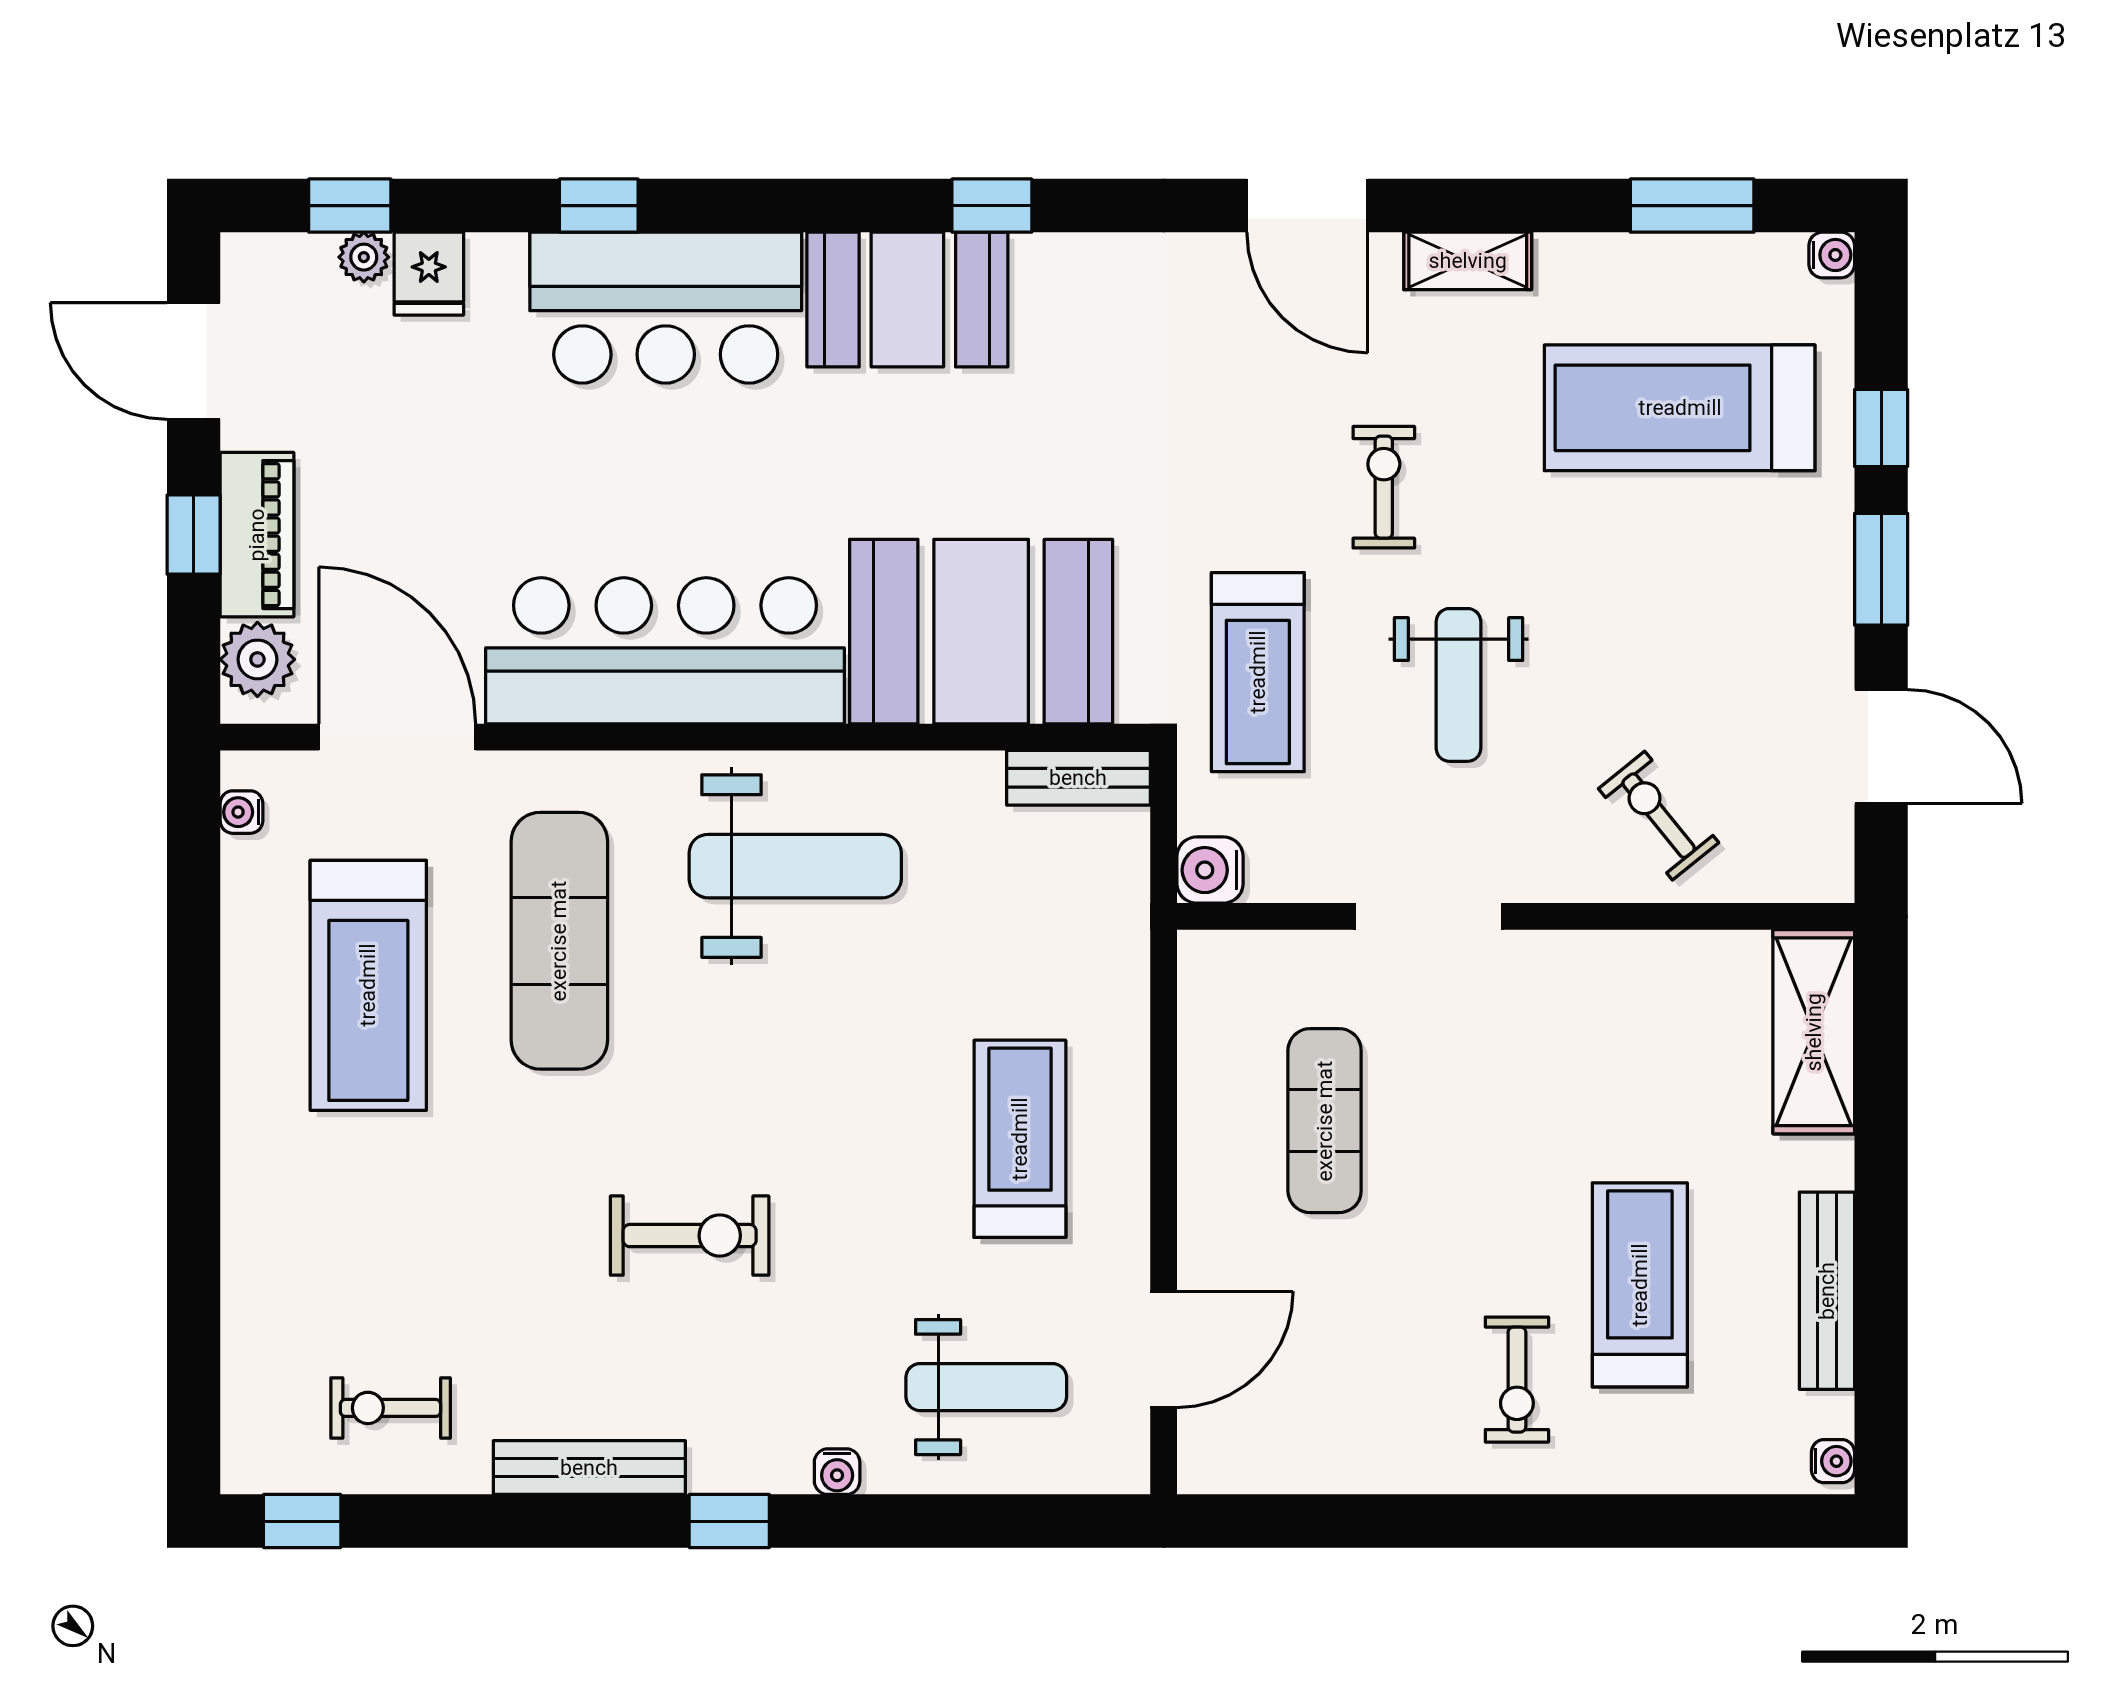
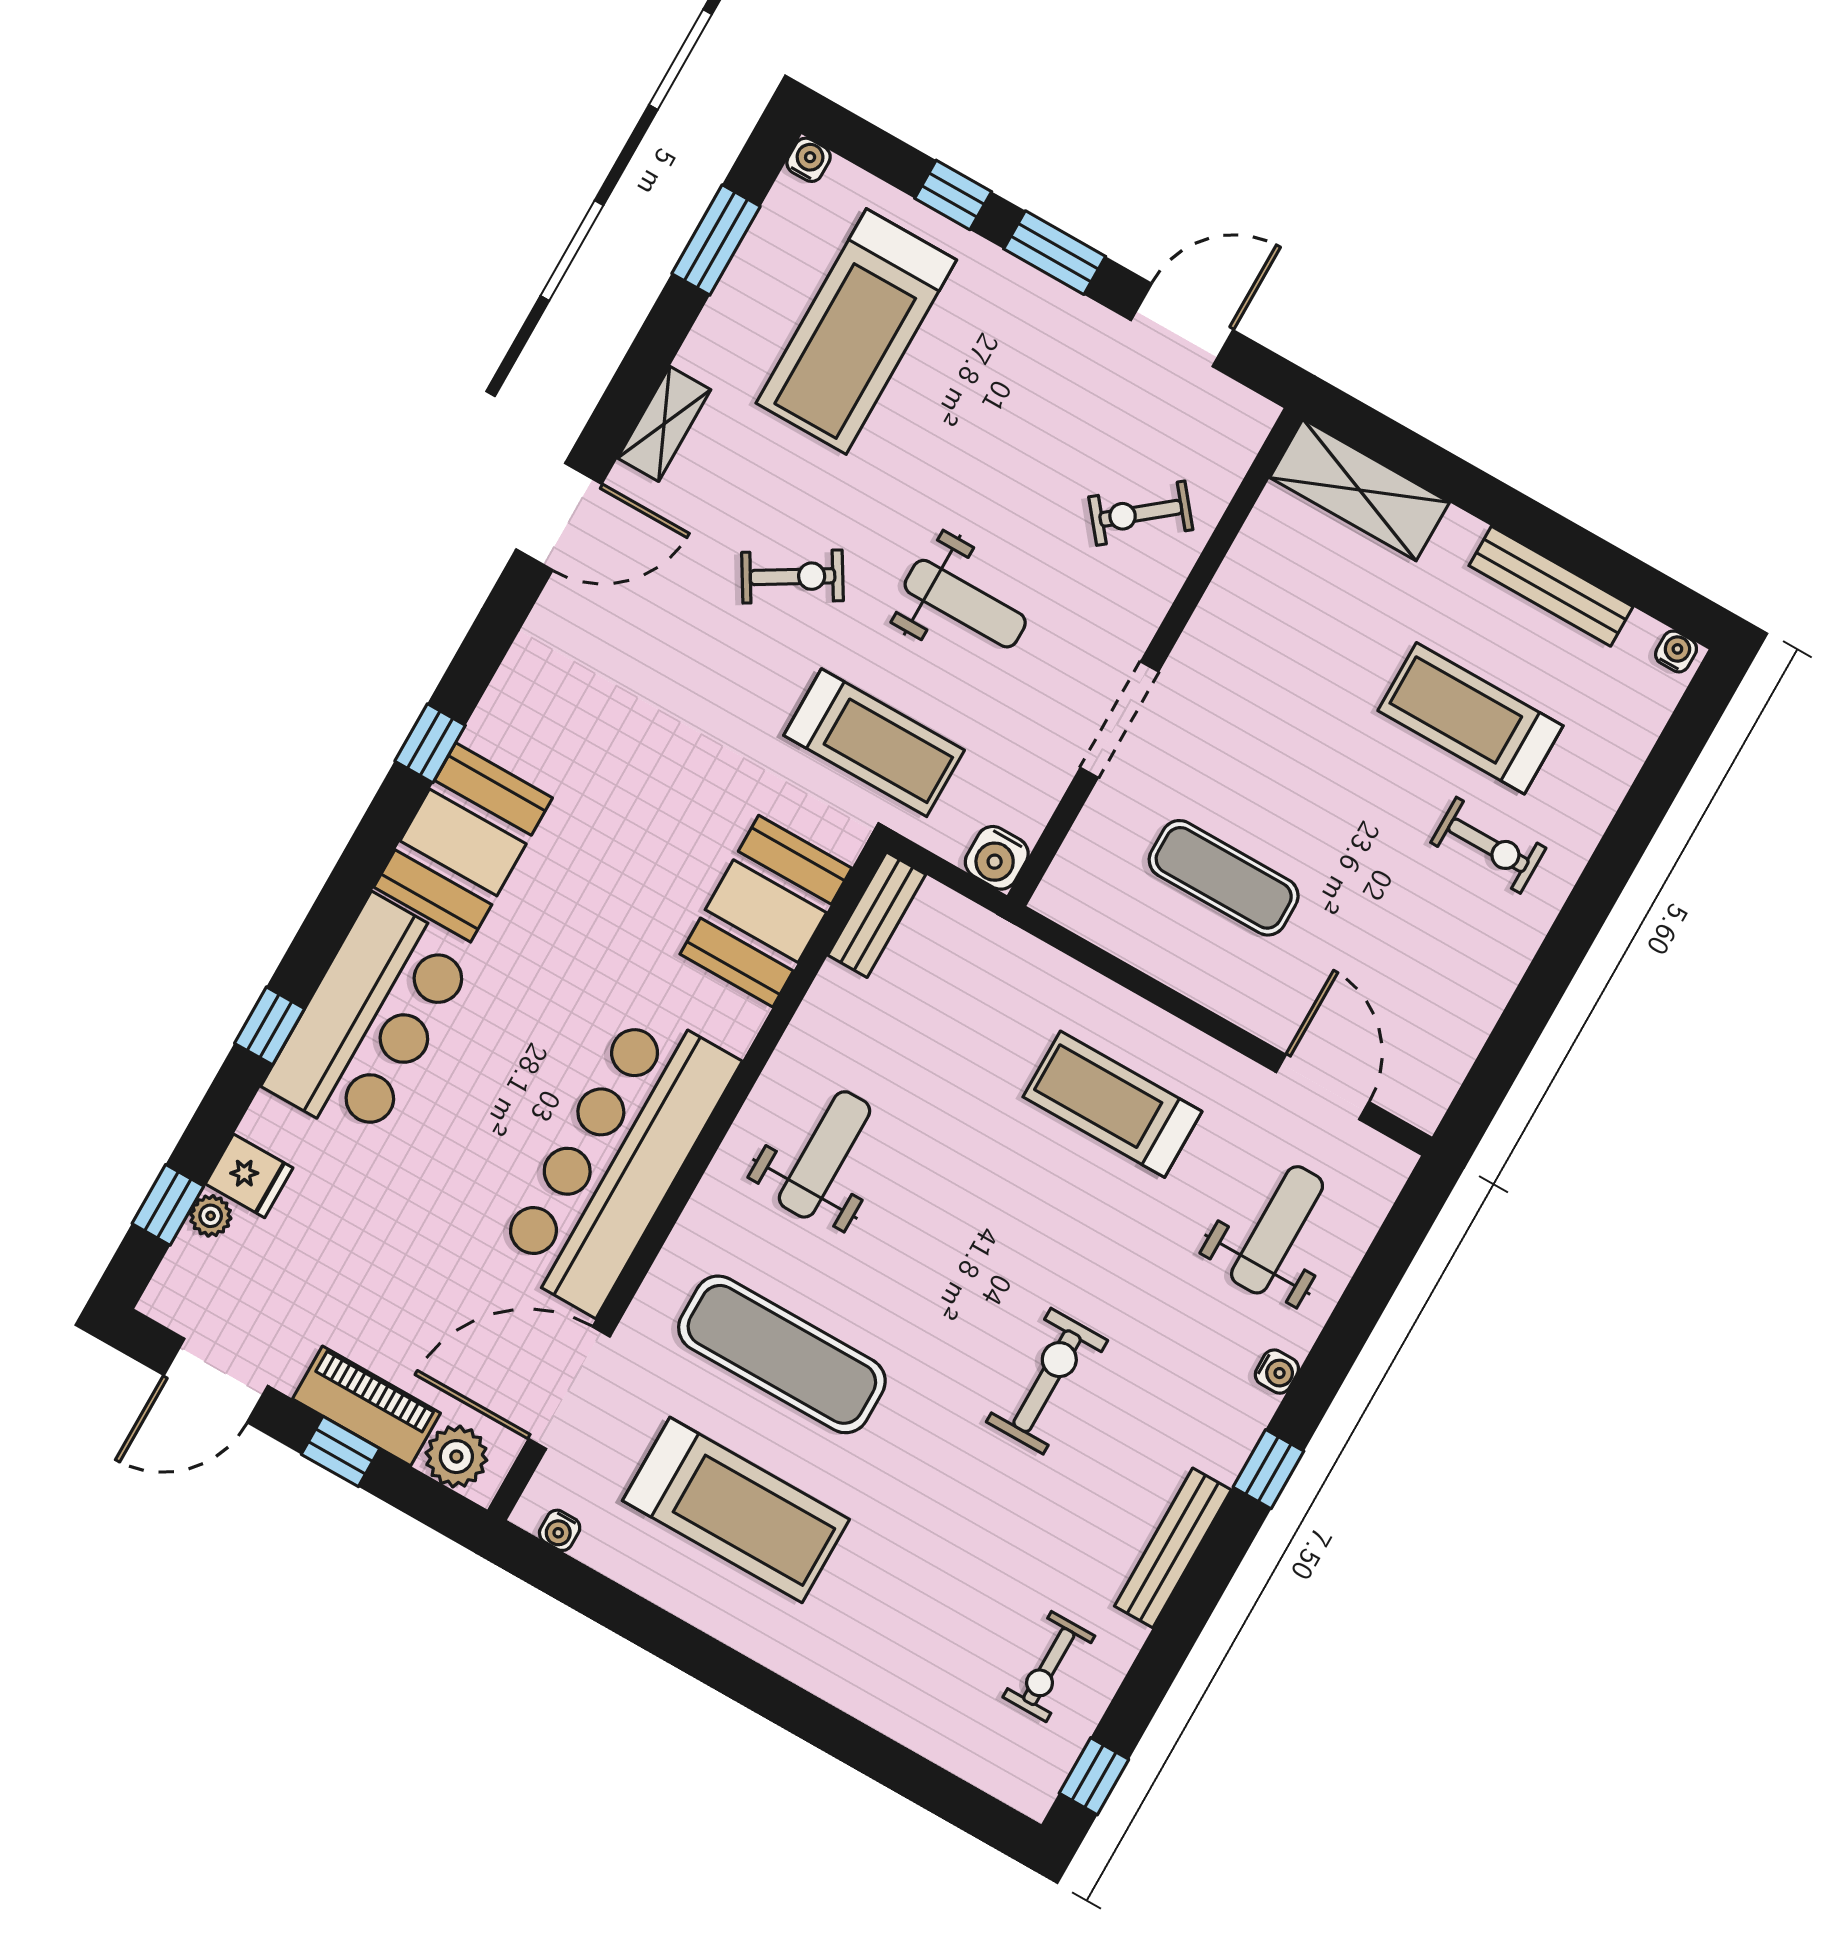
exercise bike: (1384, 487) -> (793, 577), turned 149
booth: (981, 632) -> (766, 911), width x0.73, depth x0.70
weight bench: (795, 866) -> (825, 1154), width x0.73, depth x0.75

